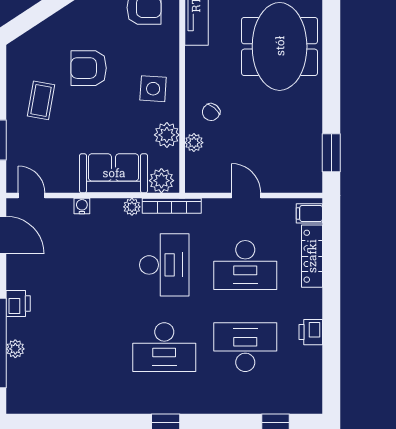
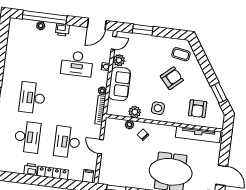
armchair: (89, 68) -> (172, 78), turned 48
coffee table: (41, 100) -> (181, 54), moved
plant: (161, 181) -> (119, 60), moved
door: (246, 196) -> (101, 147), swing flipped
locker: (312, 256) -> (53, 173), moved
desk: (164, 265) -> (77, 64), moved

